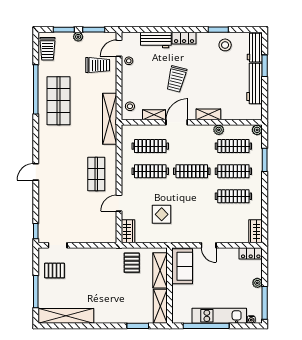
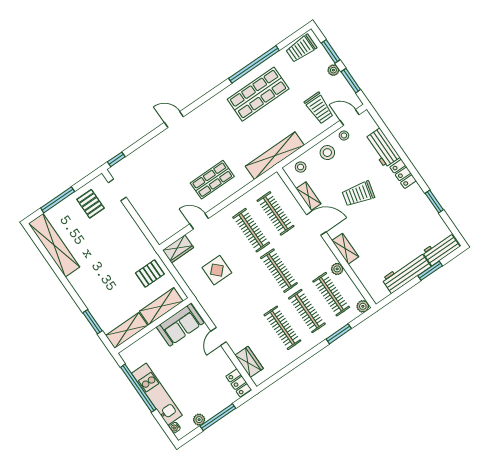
stool: (225, 45) -> (327, 153), moved
wardrobe: (256, 231) -> (249, 362), moved, turned 90
plant: (257, 283) -> (199, 420), moved
window: (265, 303) -> (218, 417), moved

